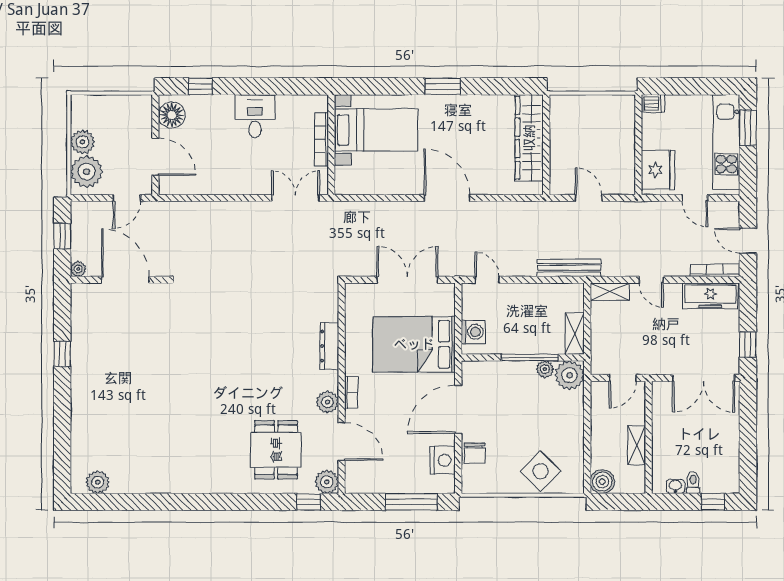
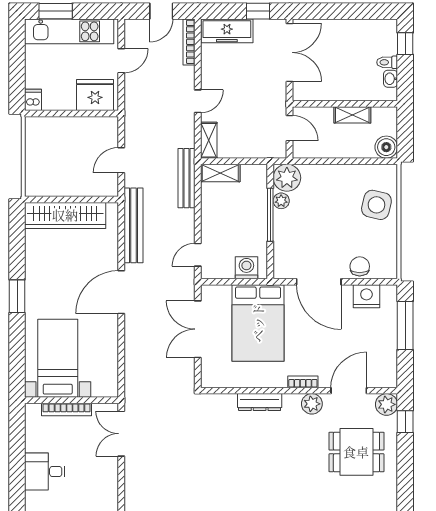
bench: (518, 211) -> (133, 225), added
freezer: (710, 296) -> (227, 31), moved, turned 90
shelving: (575, 333) -> (220, 173), moved
chair: (475, 453) -> (360, 266), turned -90
side table: (540, 471) -> (376, 205), turned -32

